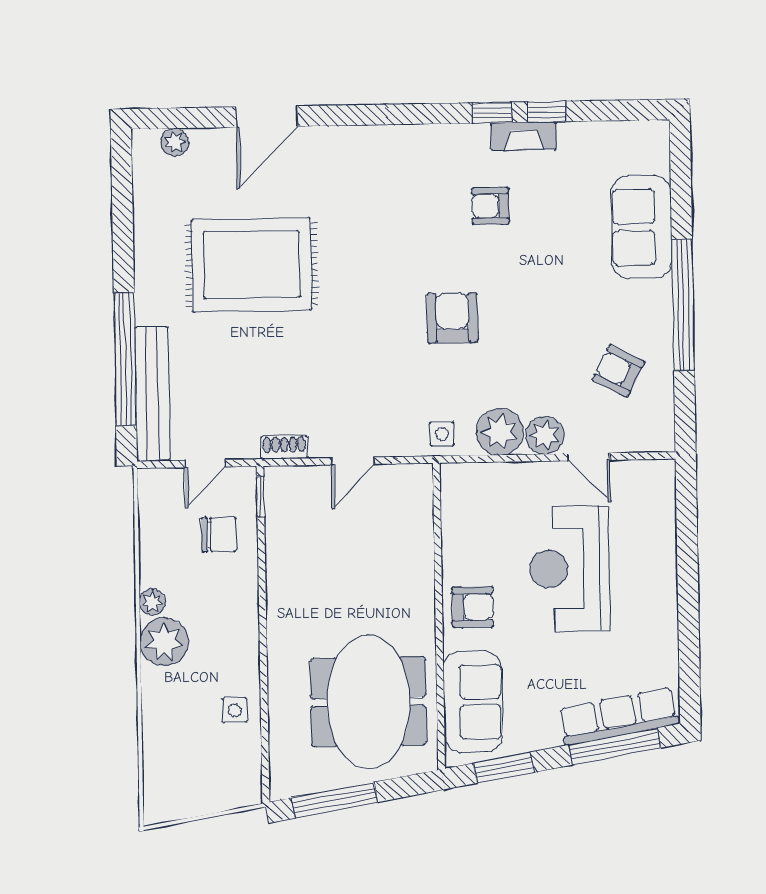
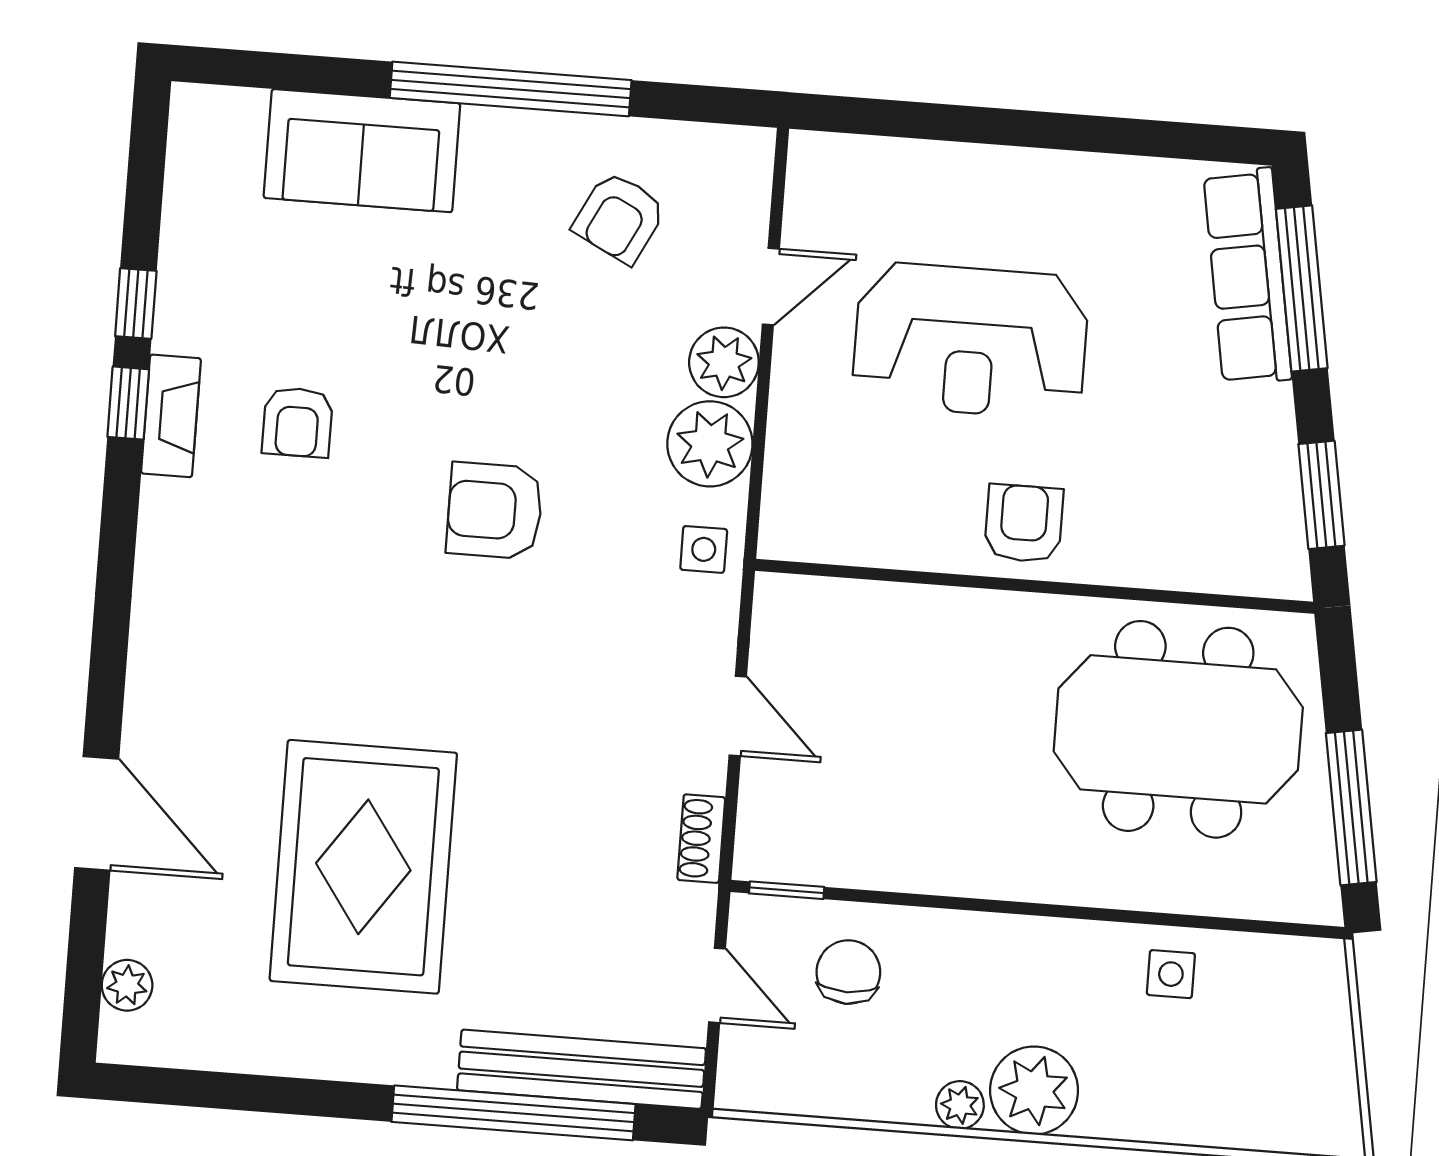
fireplace: (524, 136) -> (171, 416), moved
sofa: (473, 702) -> (1196, 539), removed

